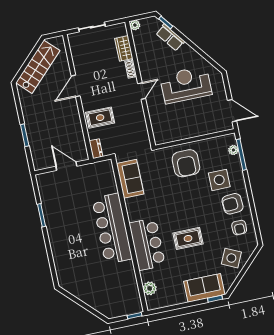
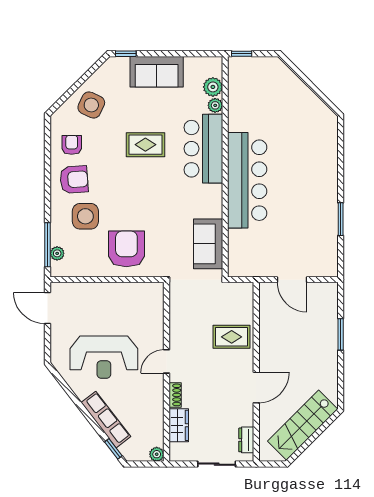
row of seats: (170, 37) -> (106, 420), width x1.48
dresser: (96, 149) -> (246, 440), moved
plant: (145, 276) -> (215, 105), added
sofa: (204, 288) -> (157, 72), moved

